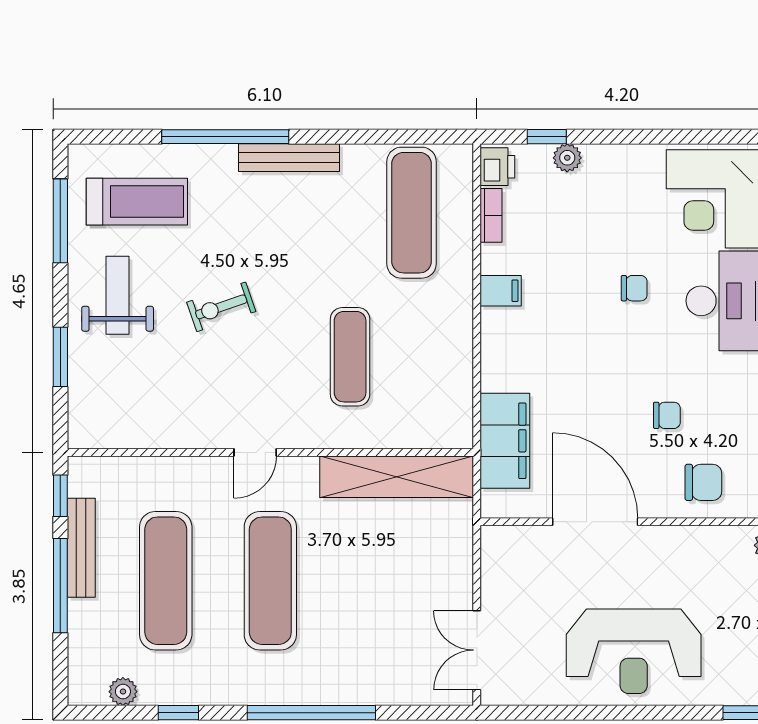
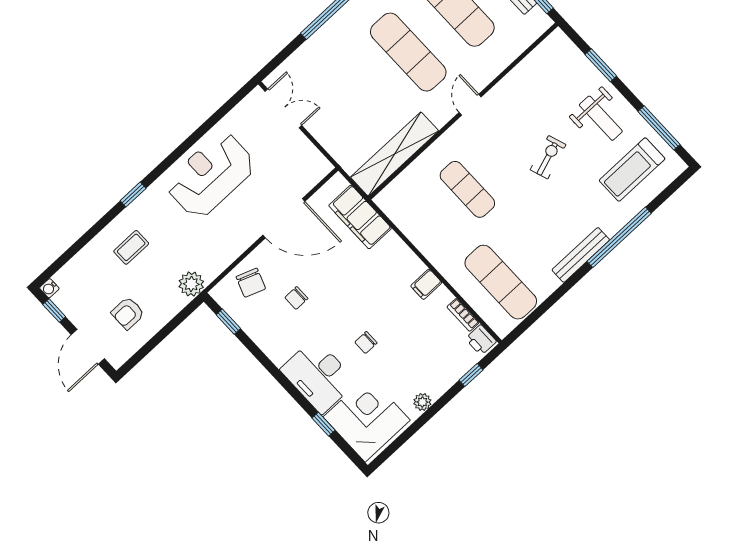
plant: (567, 158) -> (422, 402), moved
chair: (703, 482) -> (251, 283), turned -70

